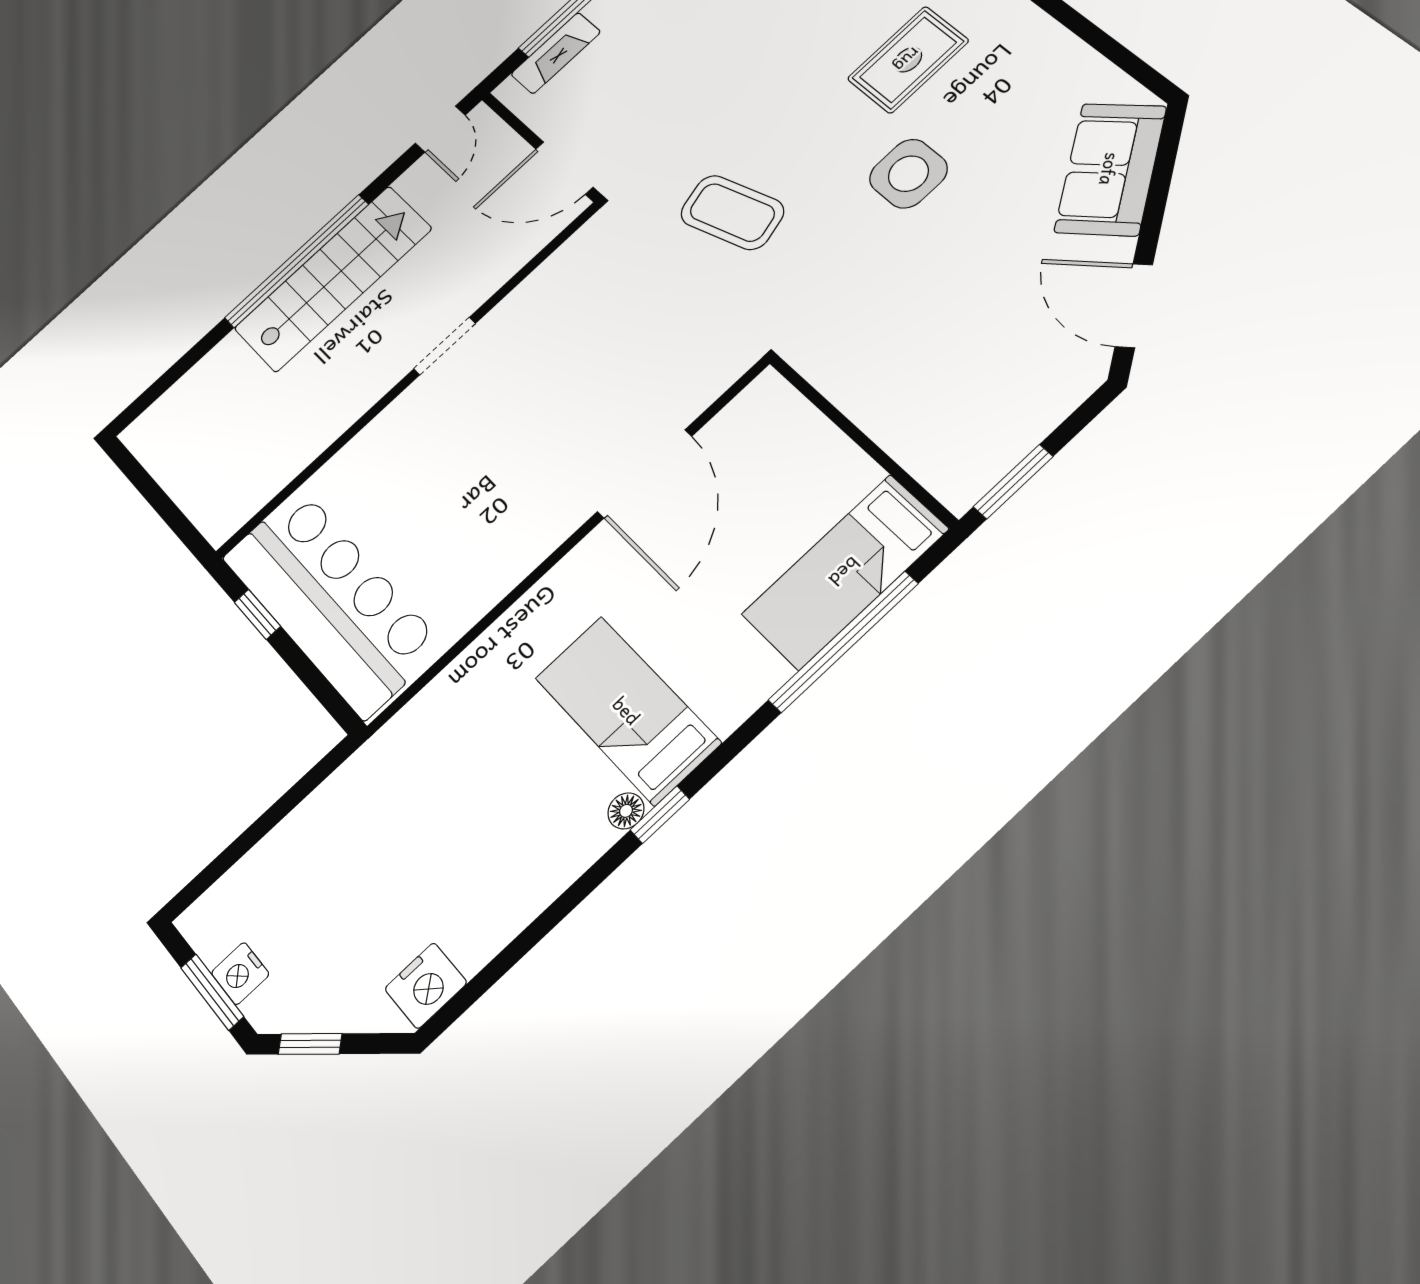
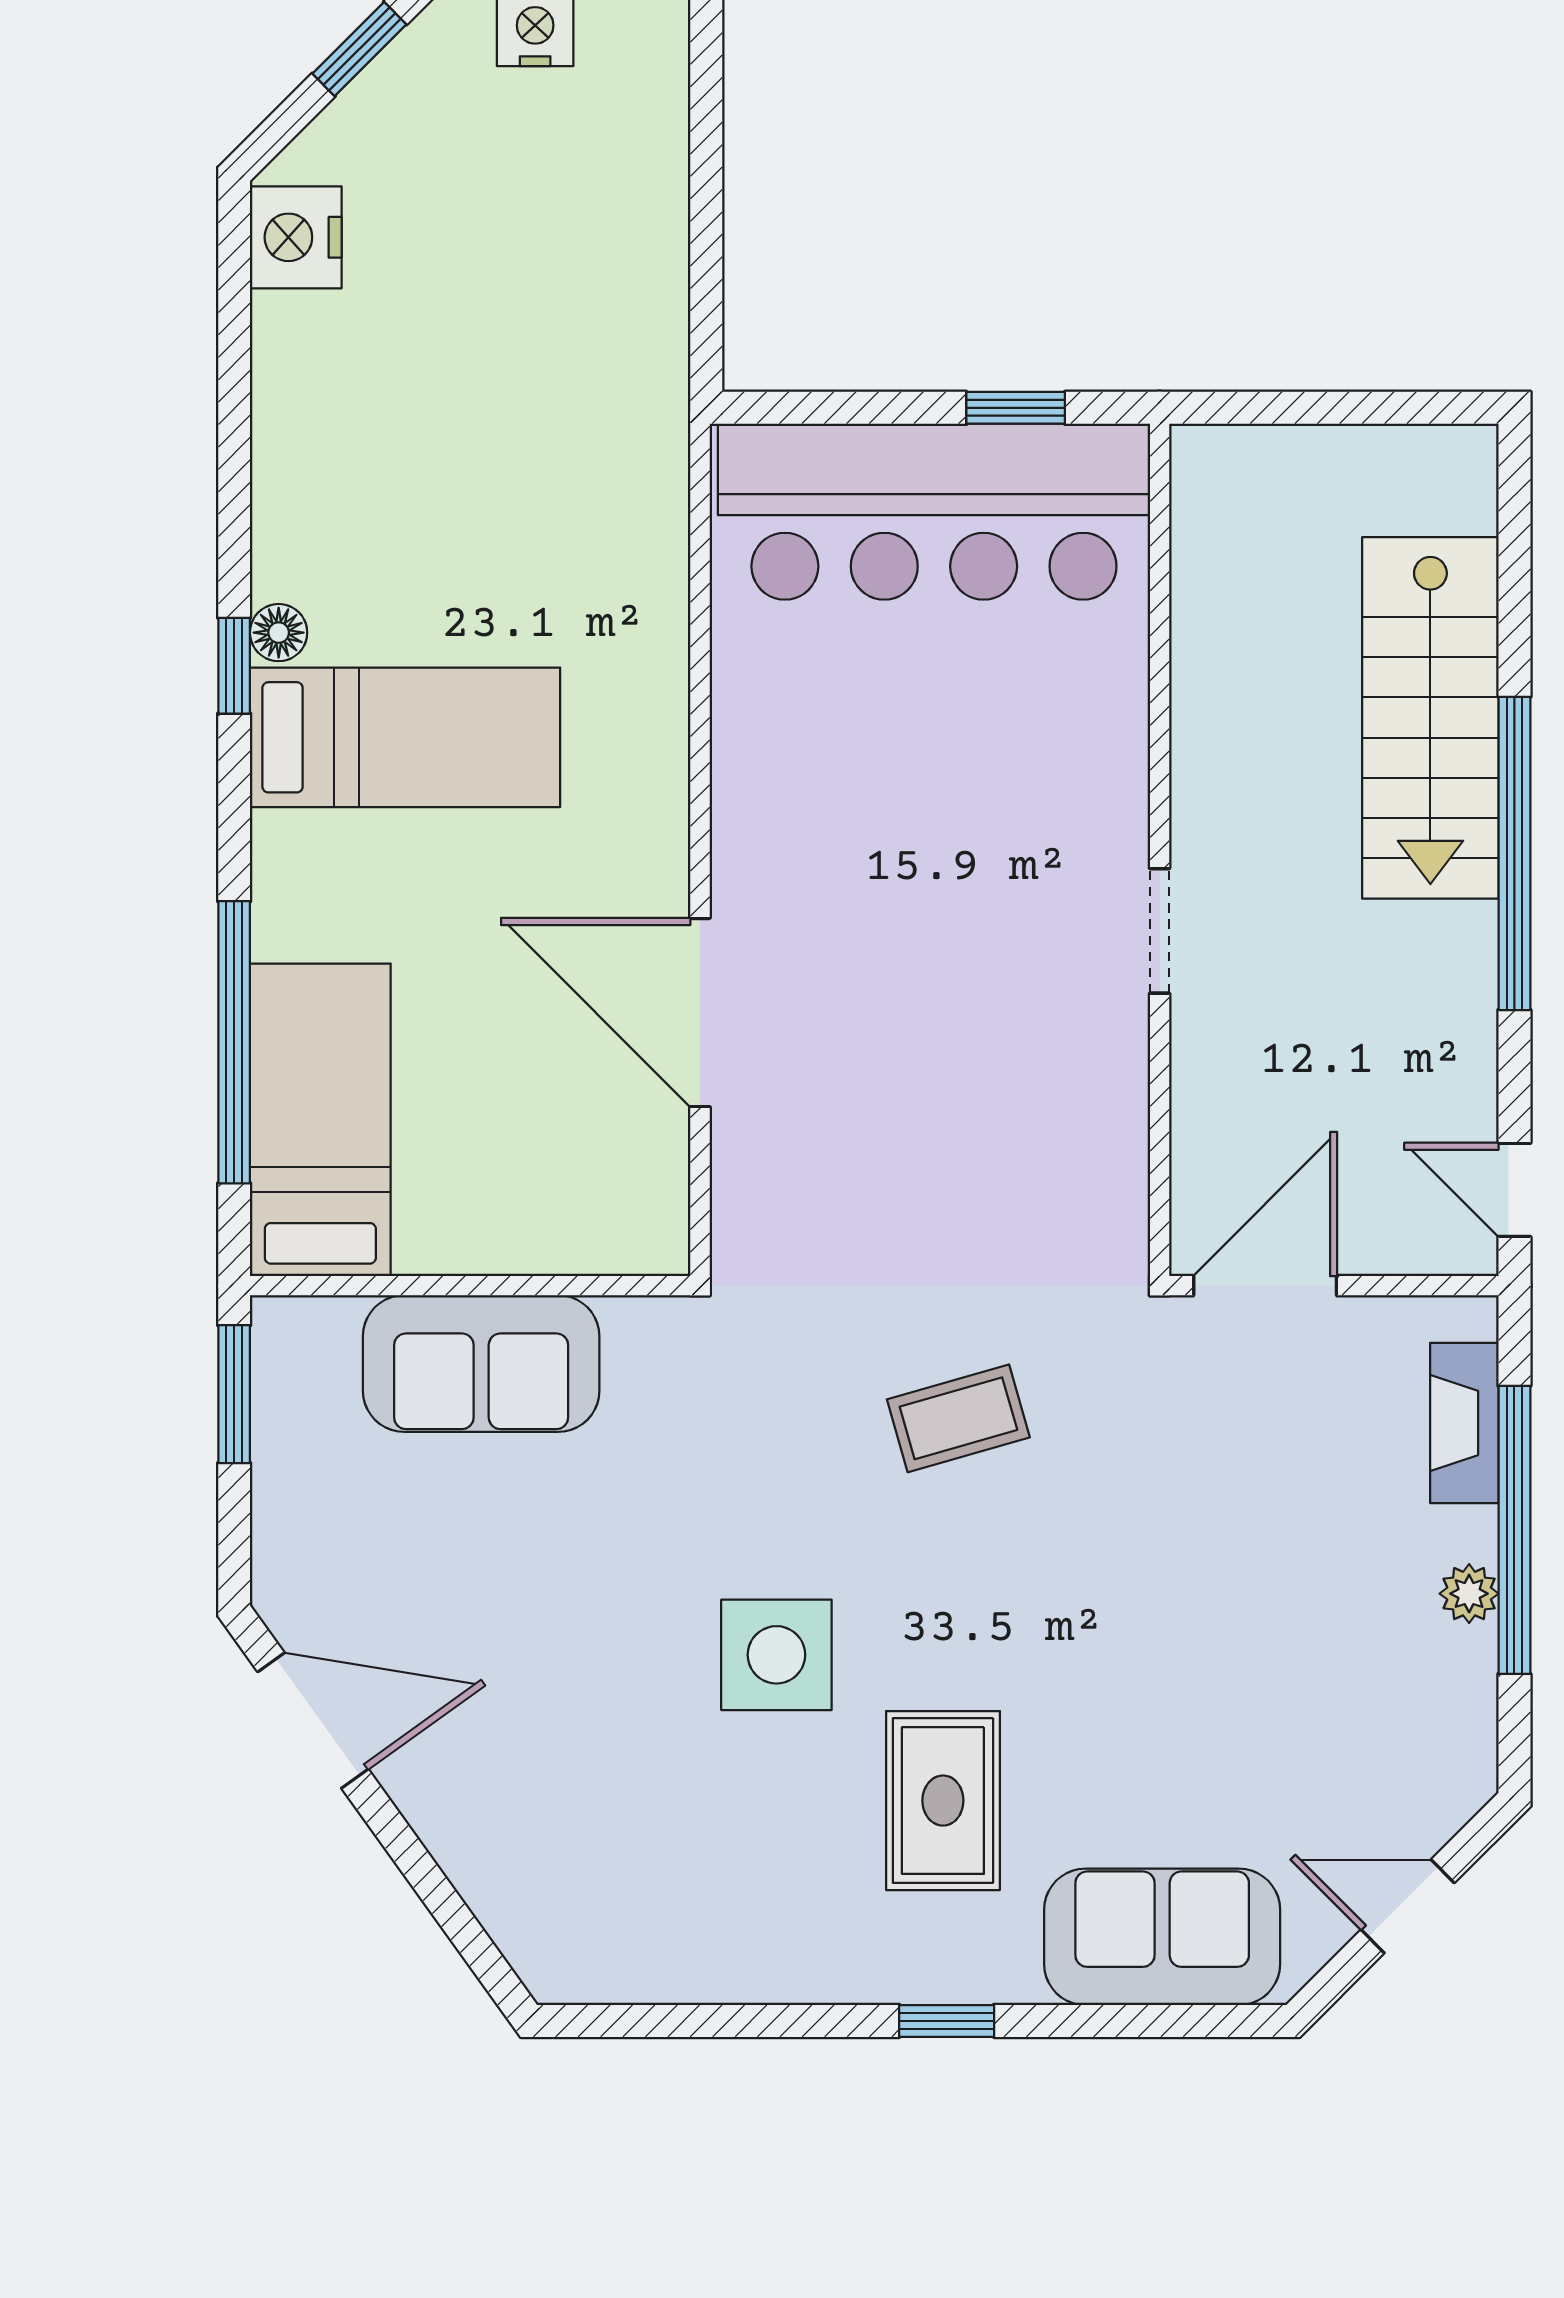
sofa: (1110, 169) -> (481, 1364), moved, turned 126
coffee table: (732, 212) -> (958, 1418), width x0.73, depth x0.77
stairs: (333, 279) -> (1430, 718), moved

